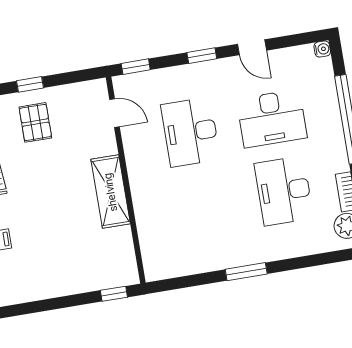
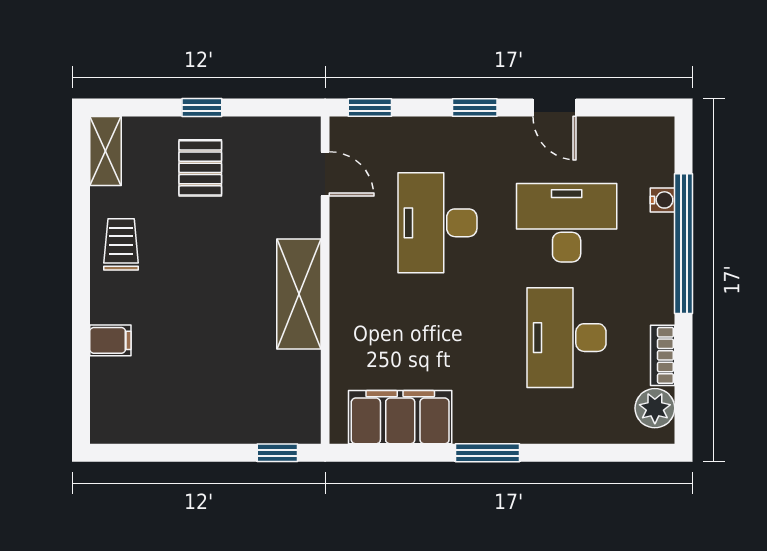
water cooler: (322, 49) -> (663, 200), moved
desk: (272, 118) -> (567, 223), turned 180
filing cabinet: (187, 258) -> (400, 417), added

